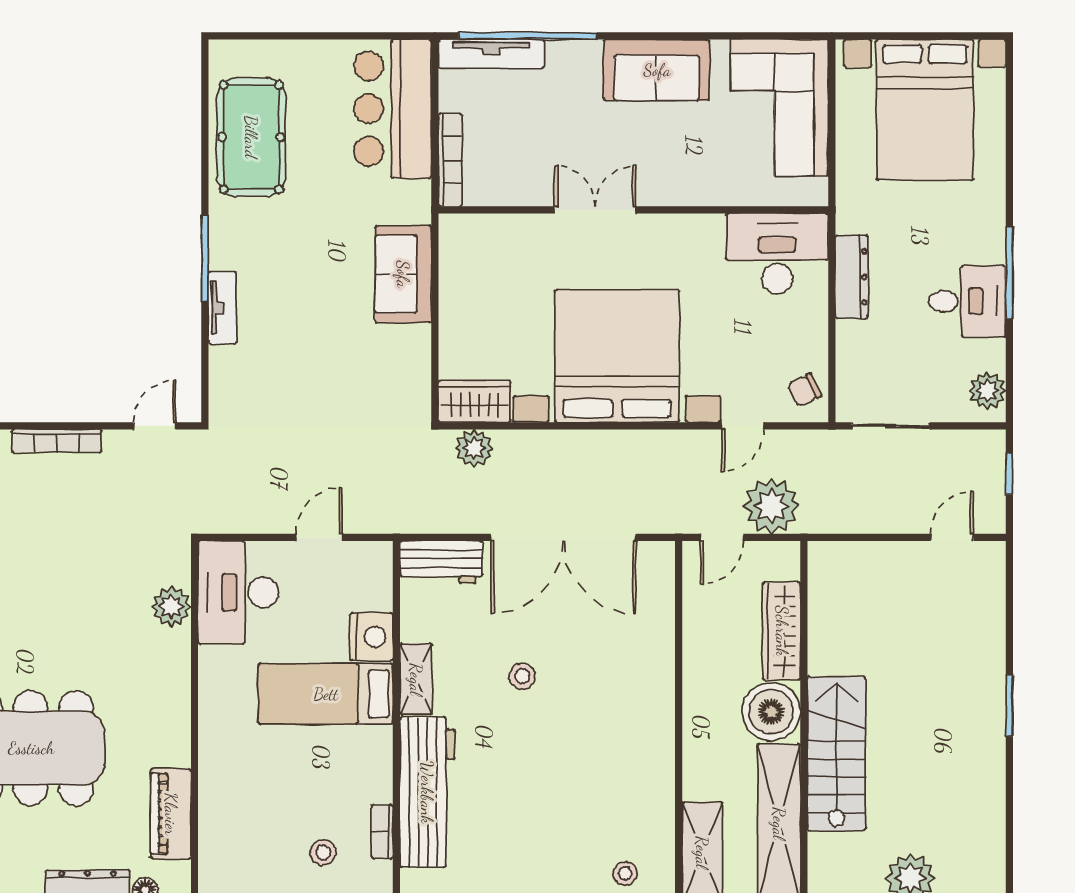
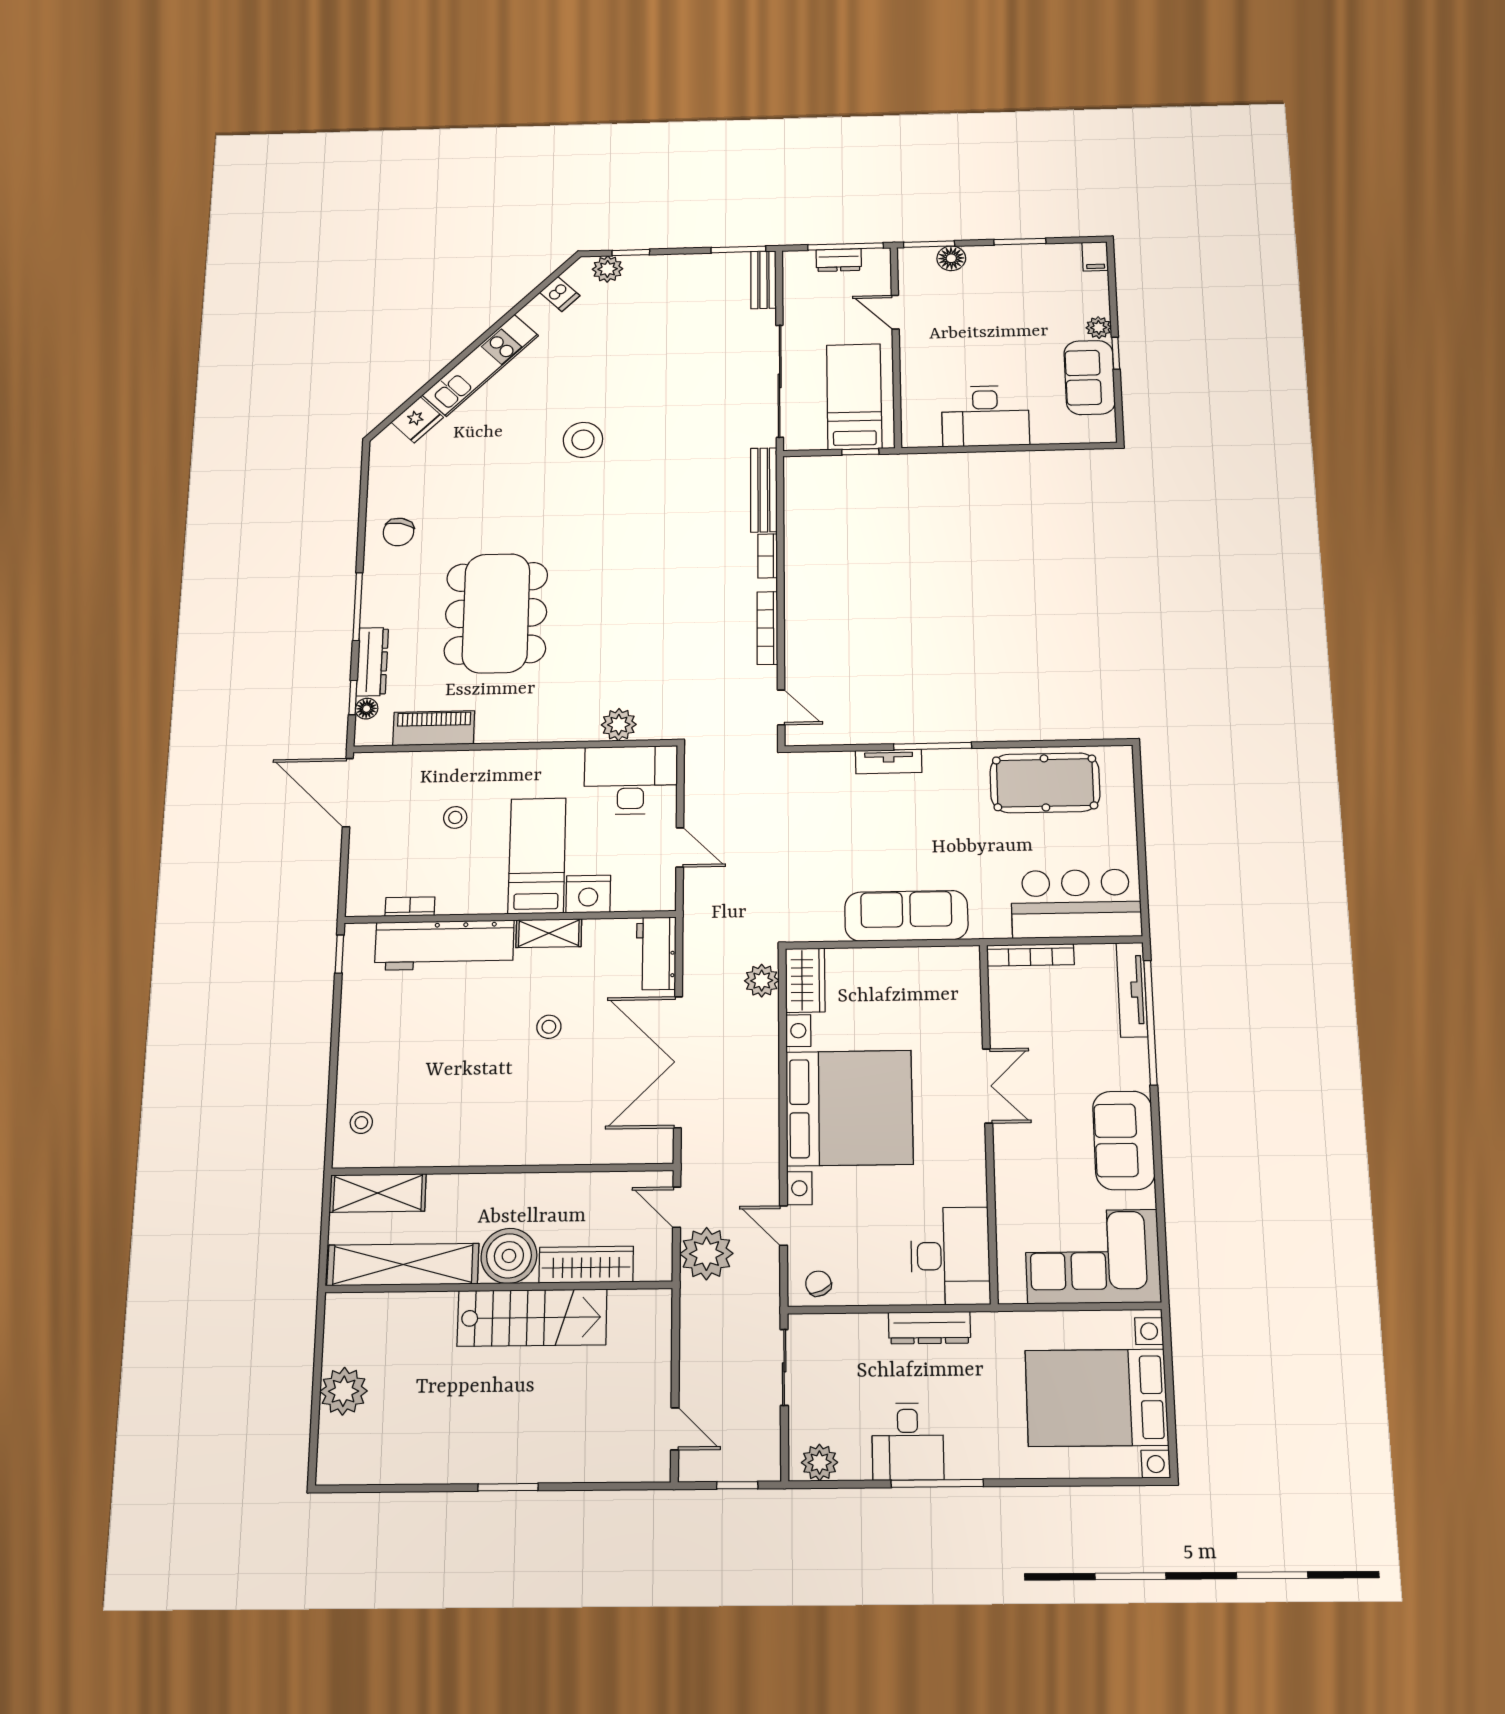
sofa: (403, 274) -> (906, 916), width x1.36
stairs: (836, 754) -> (532, 1318), moved
stool: (323, 852) -> (455, 817), moved

